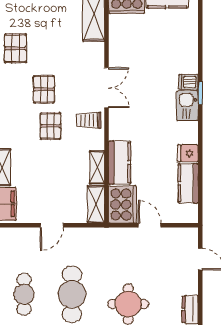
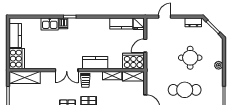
double door: (107, 88) -> (67, 70), swing flipped
kitchen sink: (187, 106) -> (50, 24), moved
fridge: (188, 153) -> (138, 24), moved
kitchen counter: (120, 163) -> (95, 63), moved

